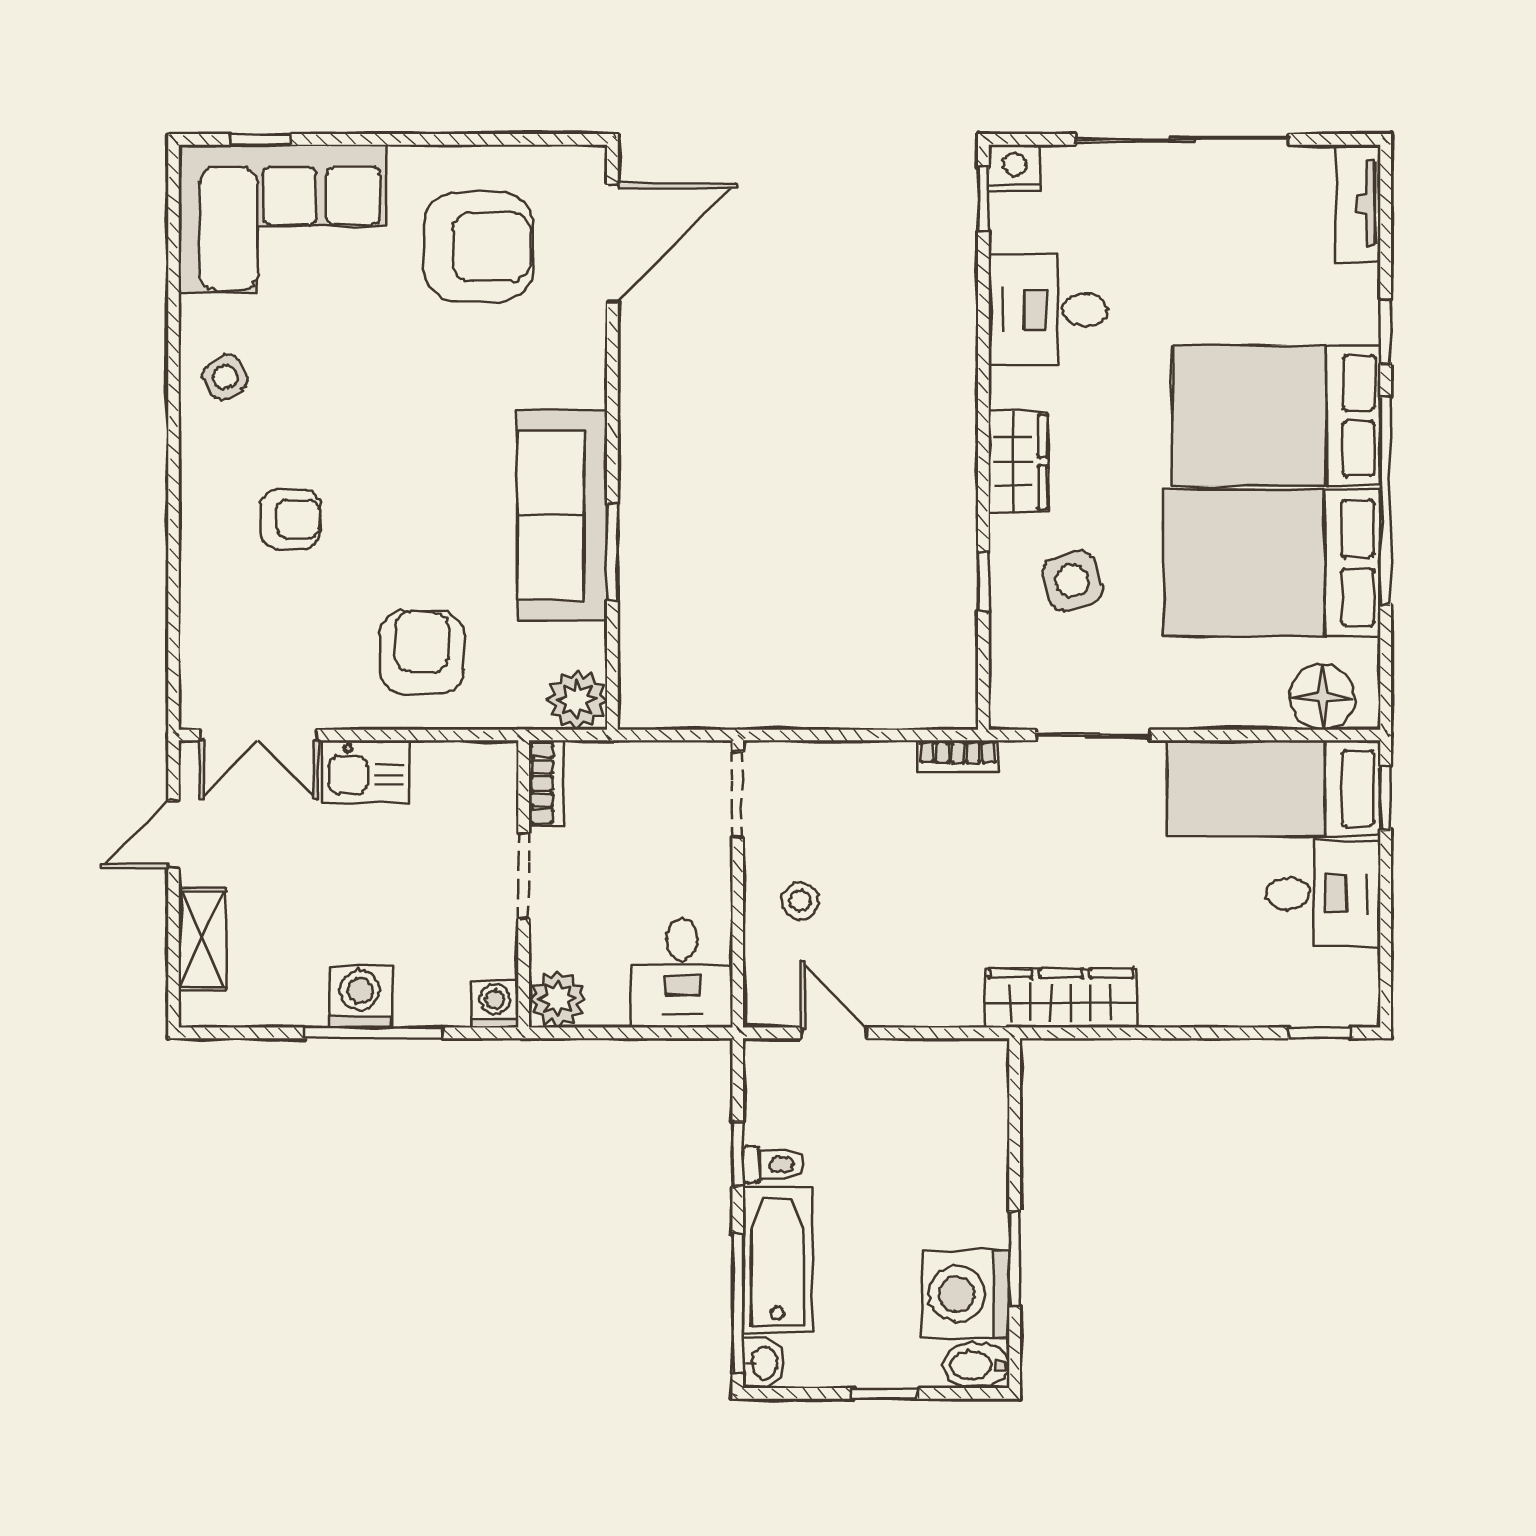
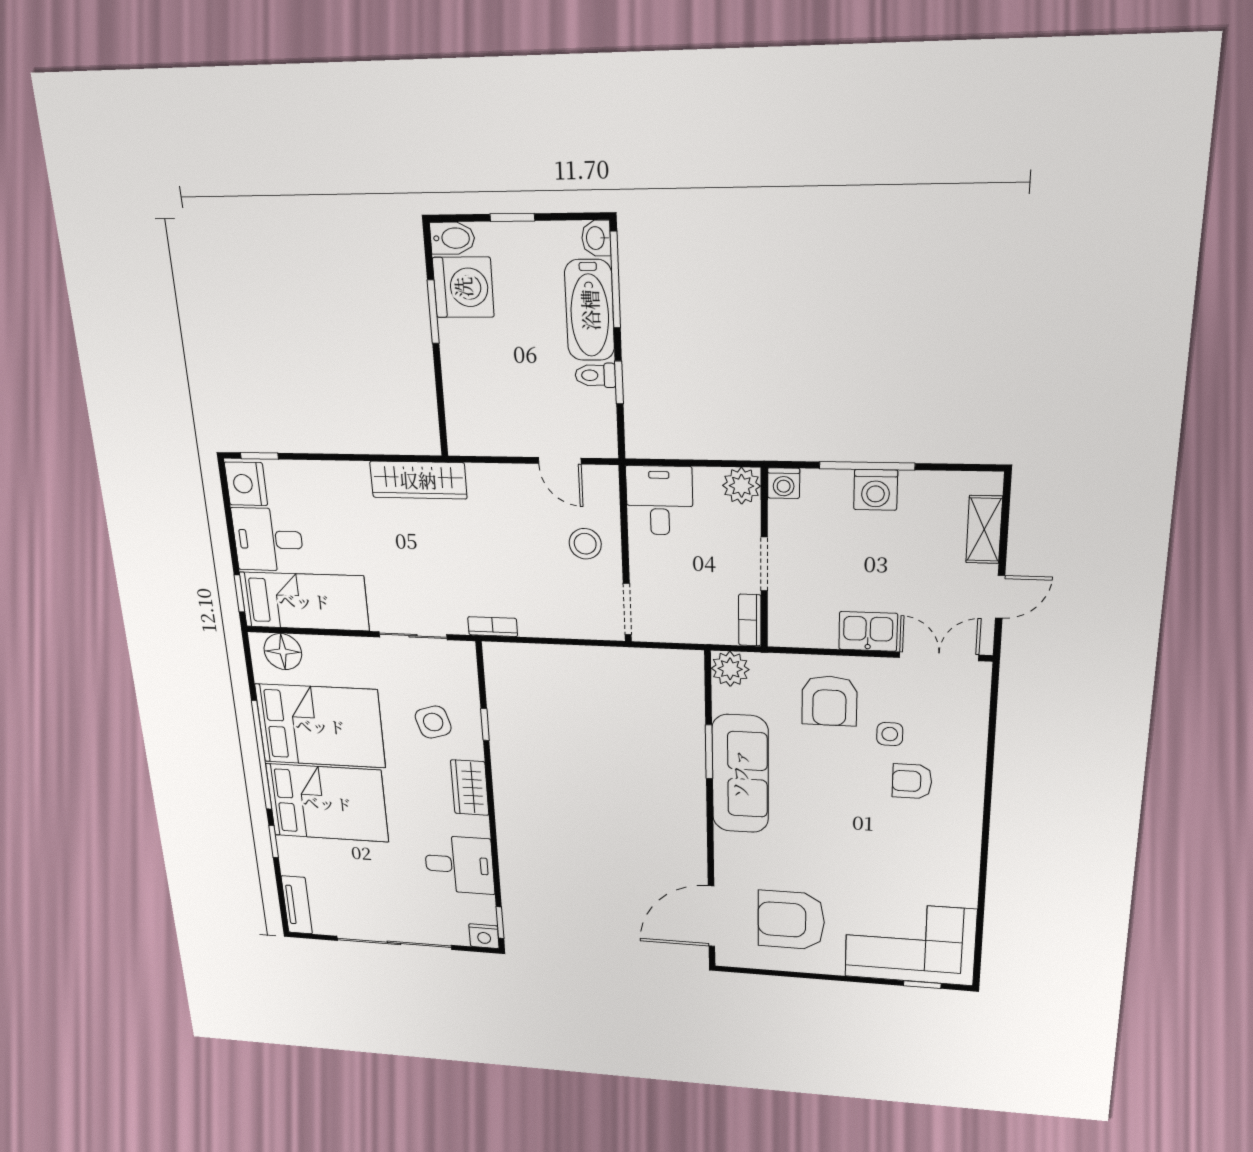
side table: (225, 377) -> (890, 734), moved, turned 31
stool: (800, 901) -> (585, 544), width x1.37, depth x1.37
nightstand: (1348, 986) -> (246, 484), added

